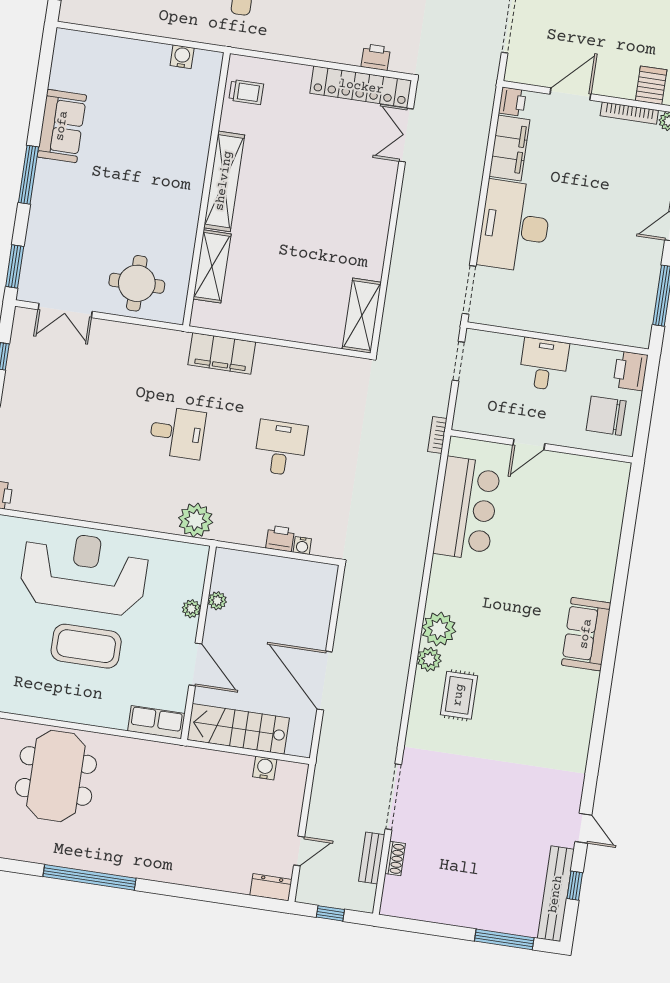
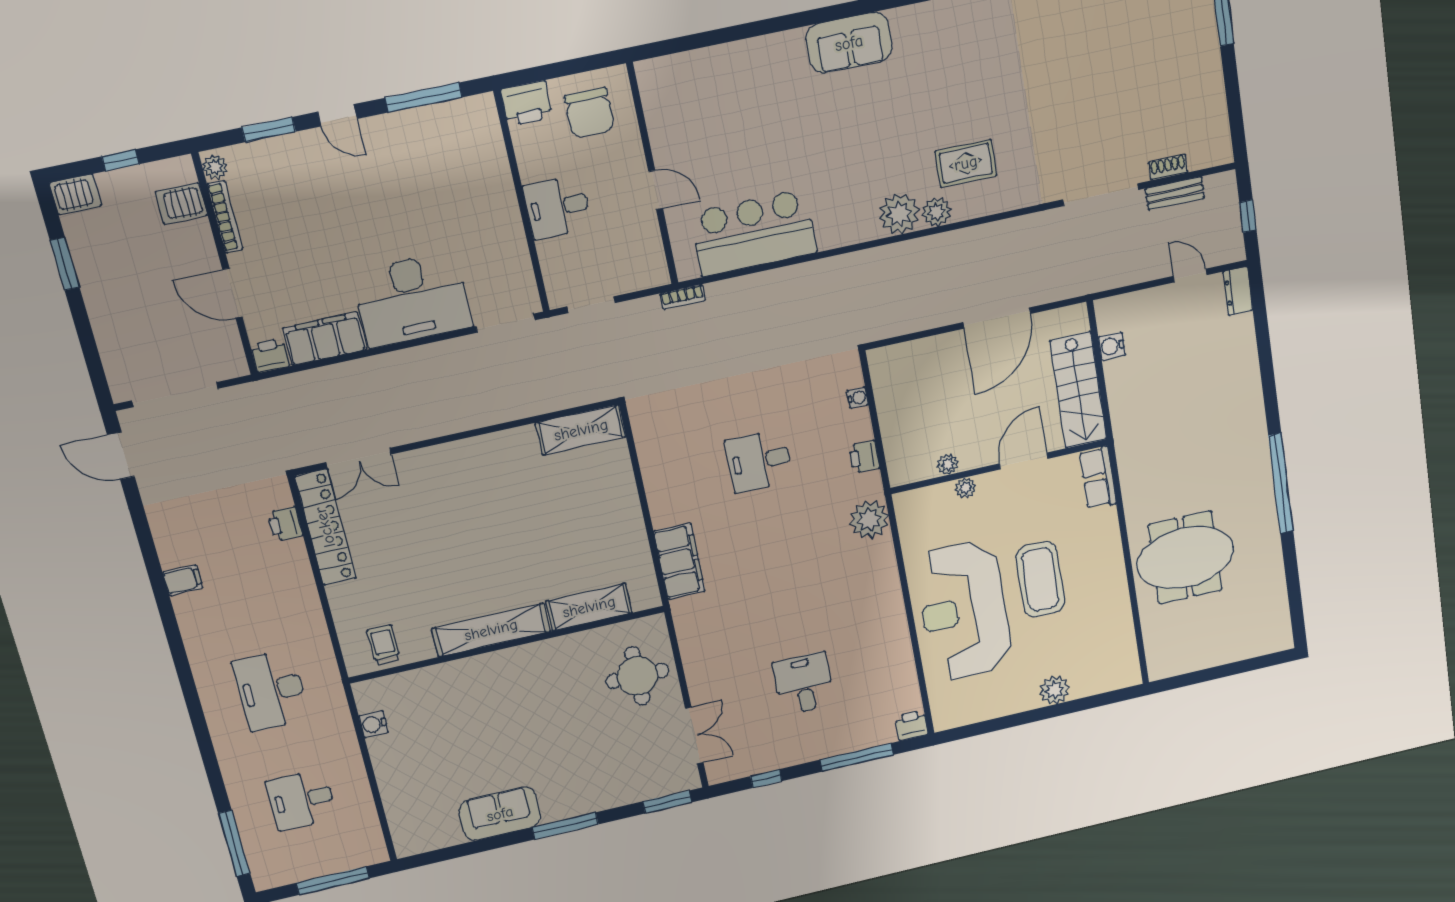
desk: (177, 433) -> (804, 684), moved
printer: (280, 539) -> (864, 457), moved

